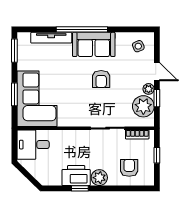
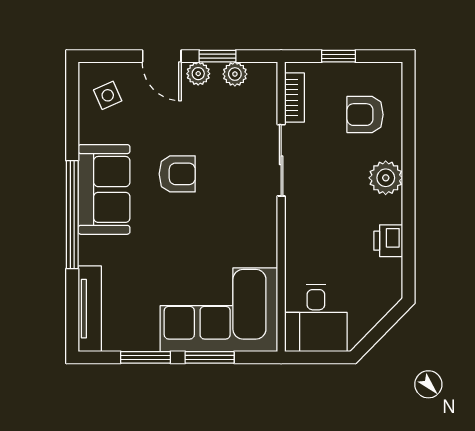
tv unit: (51, 38) -> (90, 309), moved
window: (14, 51) -> (145, 357), moved
door: (157, 72) -> (162, 56), swing flipped
plant: (143, 106) -> (235, 74), width x0.53, depth x0.53
printer: (76, 176) -> (388, 241), width x0.53, depth x0.68
window: (80, 188) -> (408, 219), removed

